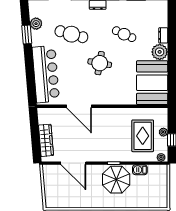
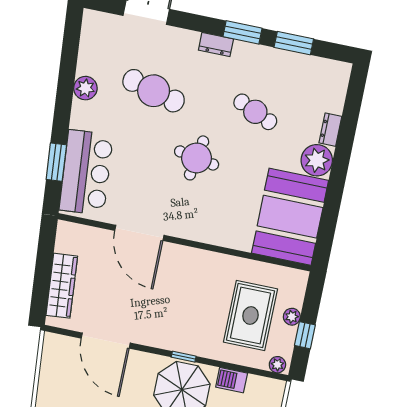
plant: (36, 24) -> (85, 88), moved
window: (27, 35) -> (56, 162), moved
bar counter: (46, 74) -> (86, 172), width x0.73

